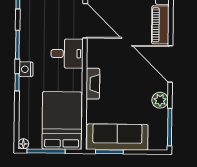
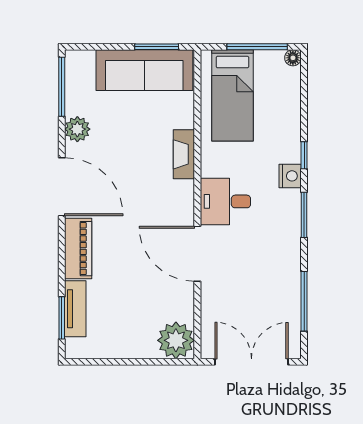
bed: (62, 121) -> (232, 95), width x0.67

